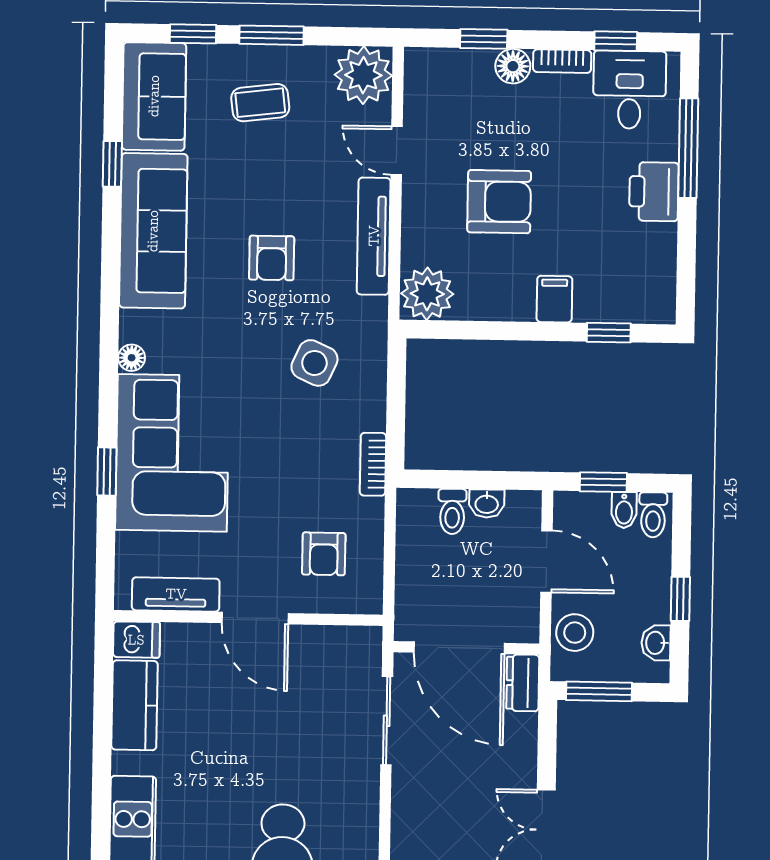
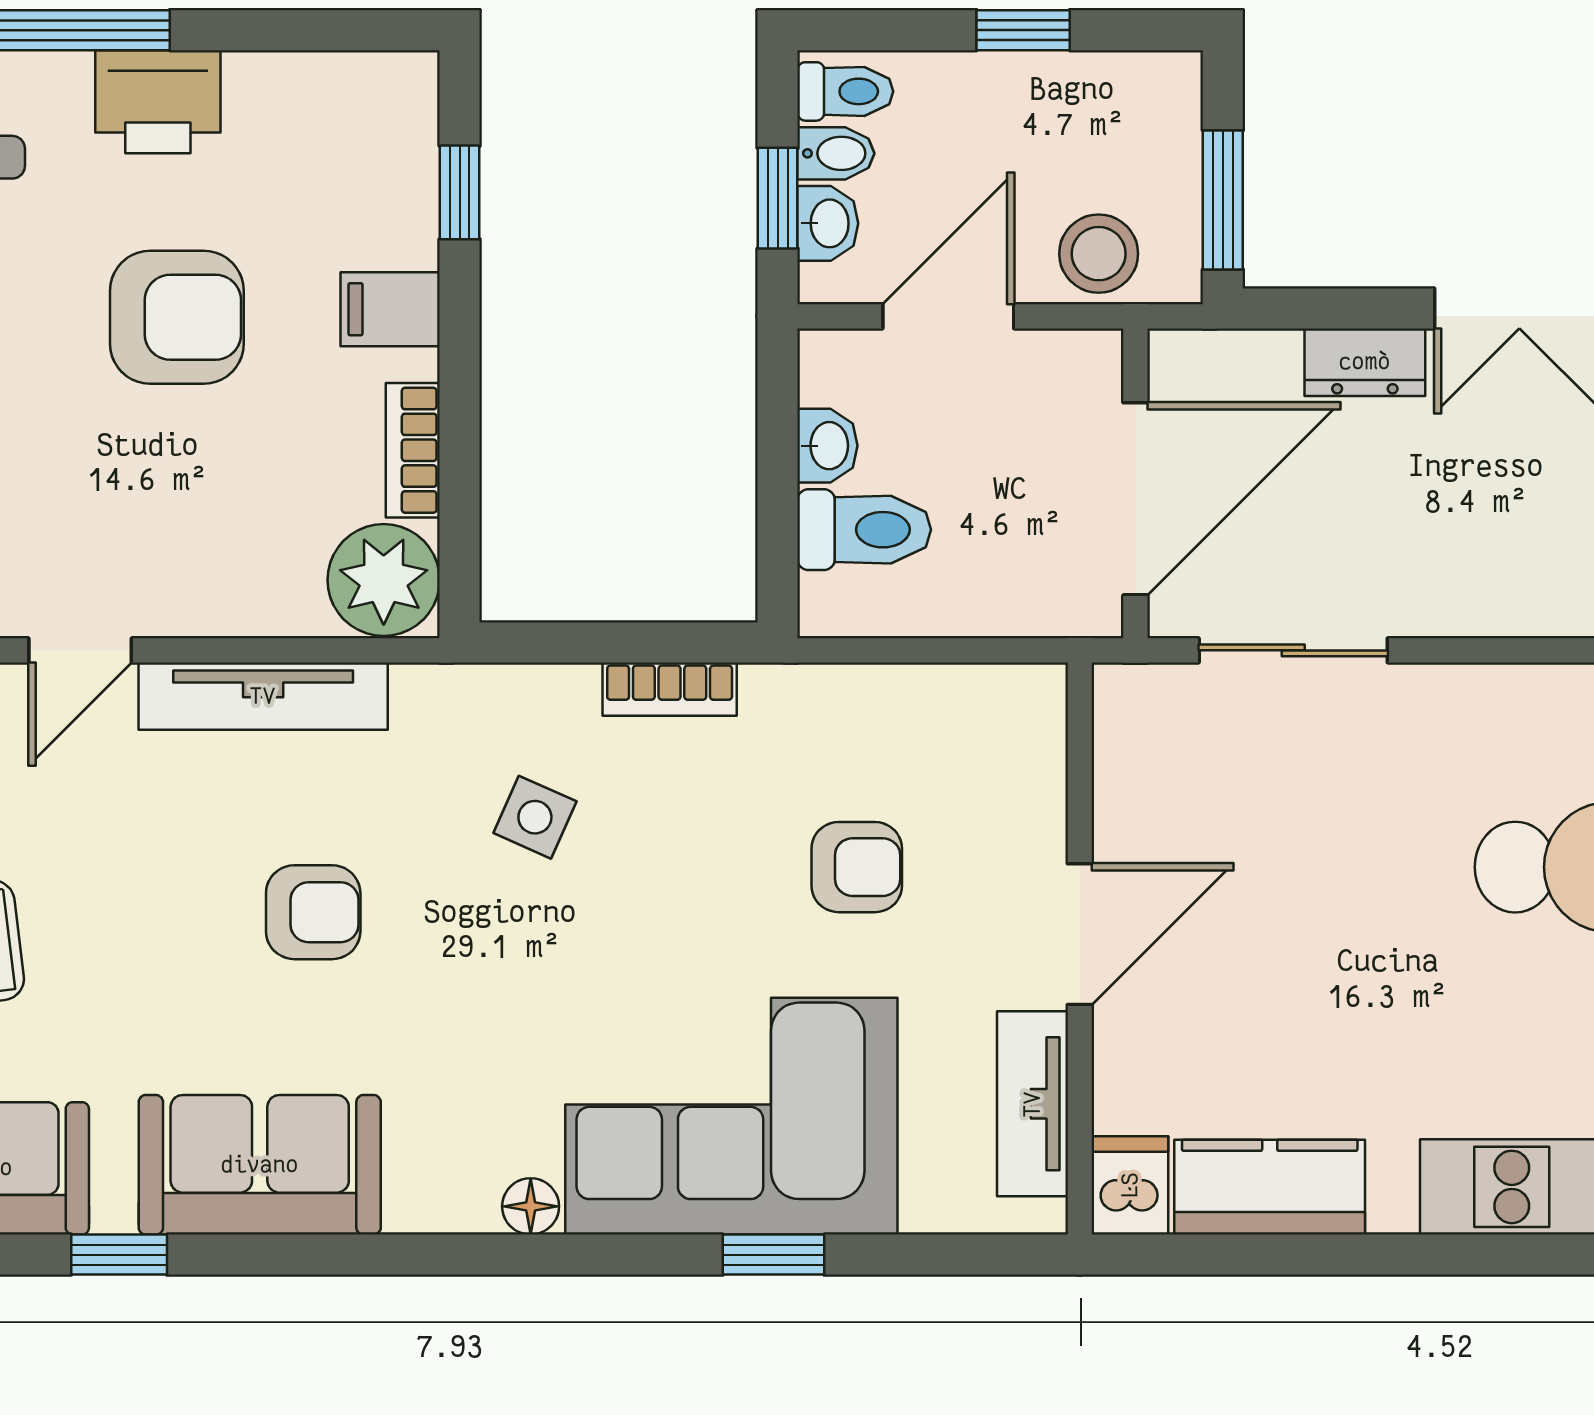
armchair: (499, 202) -> (177, 317), moved, turned 90
sofa: (153, 231) -> (260, 1165), width x0.73
bookcase: (488, 309) -> (413, 450), added
side table: (314, 363) -> (535, 817), width x0.73, depth x0.73
bookcase: (373, 464) -> (670, 689), moved
toilet: (452, 511) -> (864, 530), width x1.37, depth x1.39
armchair: (324, 554) -> (857, 867), moved
washbasin: (656, 643) -> (828, 223), moved, turned -90
dresser: (523, 683) -> (1365, 362), moved

